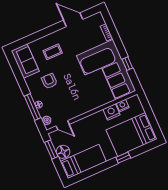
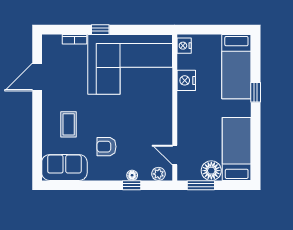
window: (127, 64) -> (100, 30), moved
nightstand: (123, 105) -> (184, 46), moved
window: (32, 107) -> (132, 185), width x0.46
door: (63, 125) -> (175, 155), swing flipped
bed: (132, 135) -> (236, 67), width x0.67

